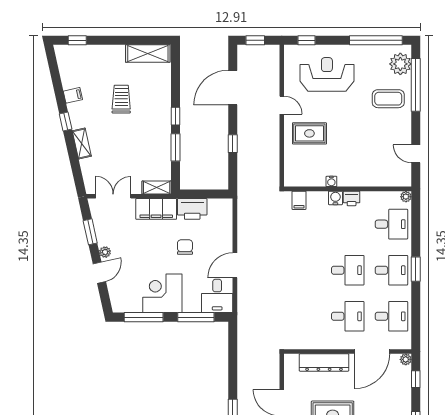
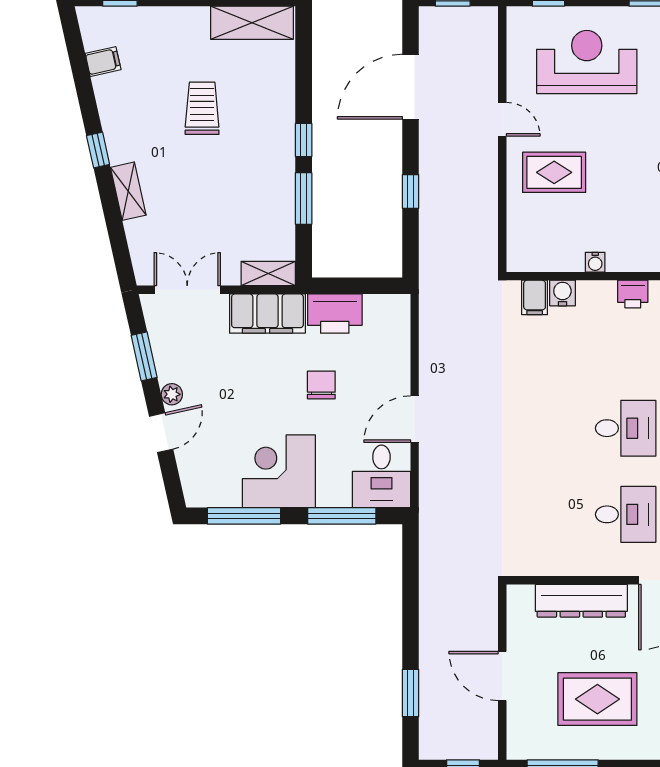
filing cabinet: (73, 95) -> (103, 62), moved
water cooler: (335, 198) -> (562, 293), moved

